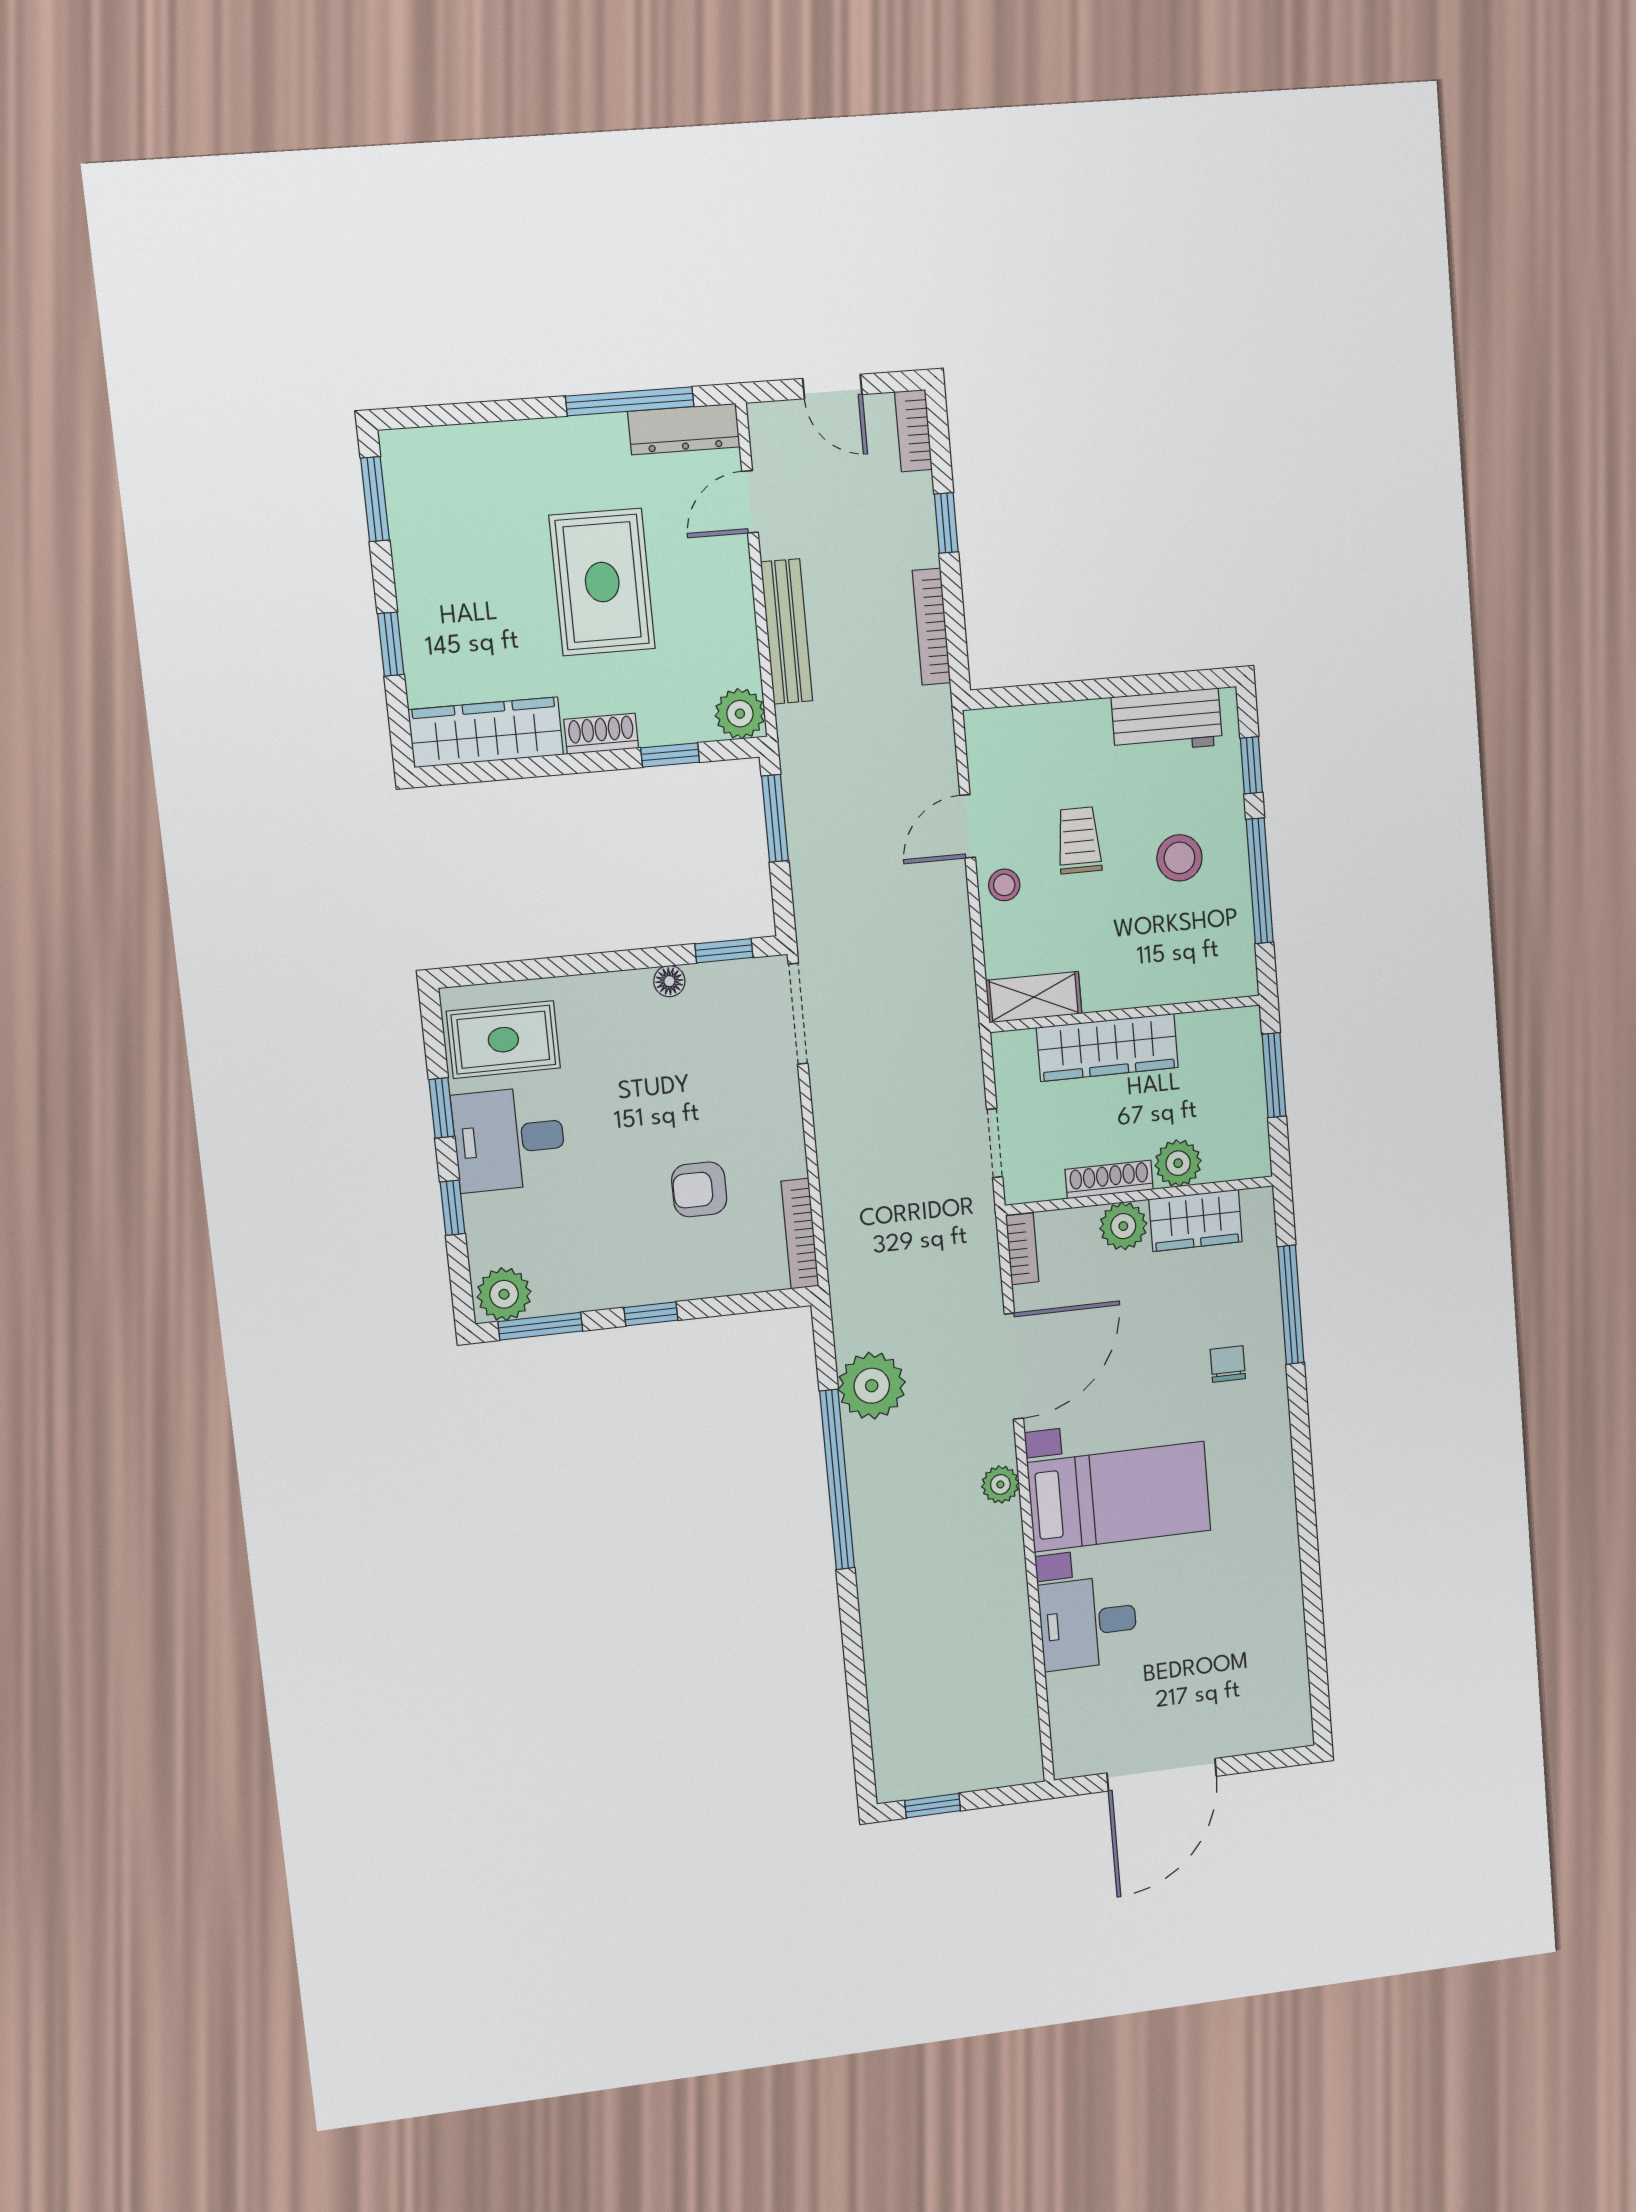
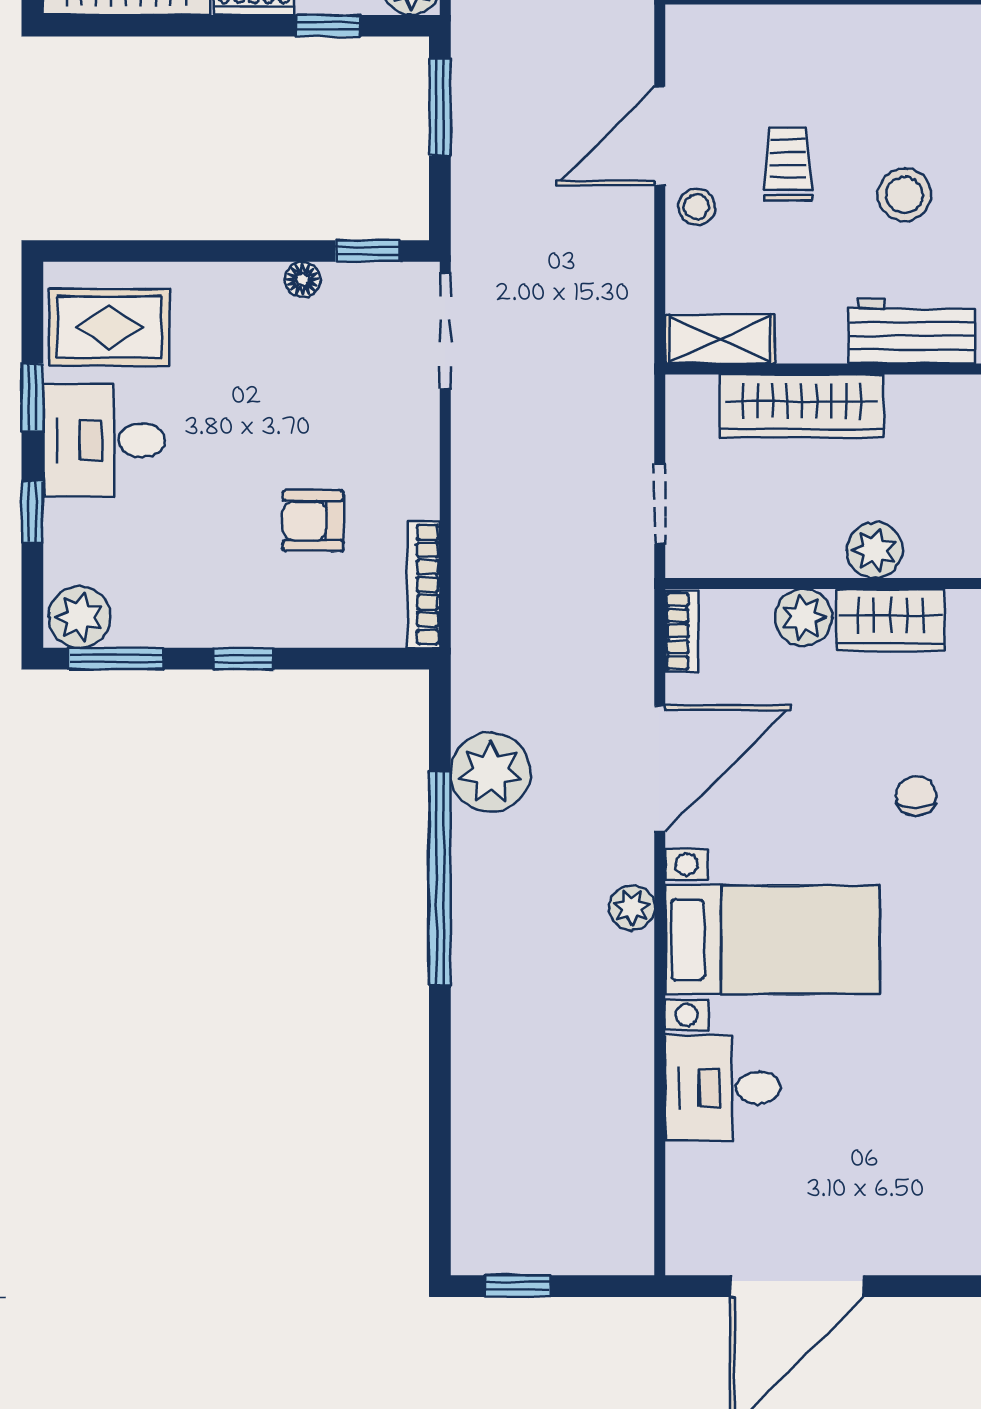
workbench: (1167, 721) -> (912, 331), moved, turned 180
door: (968, 826) -> (660, 136), width x1.38
shoe rack: (1109, 1179) -> (791, 561), removed

